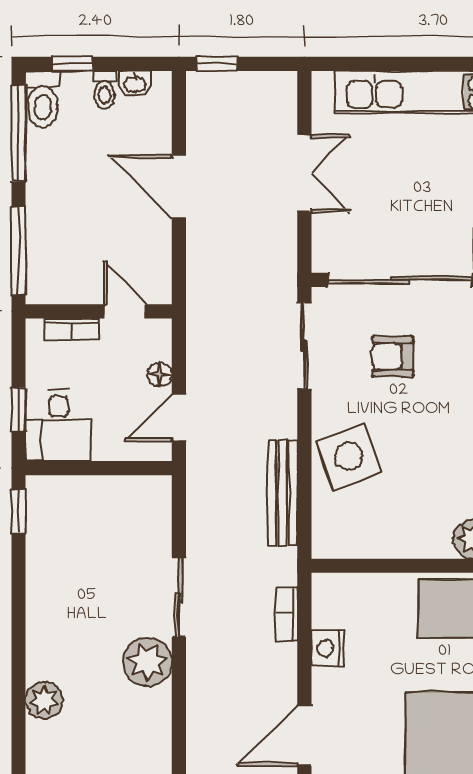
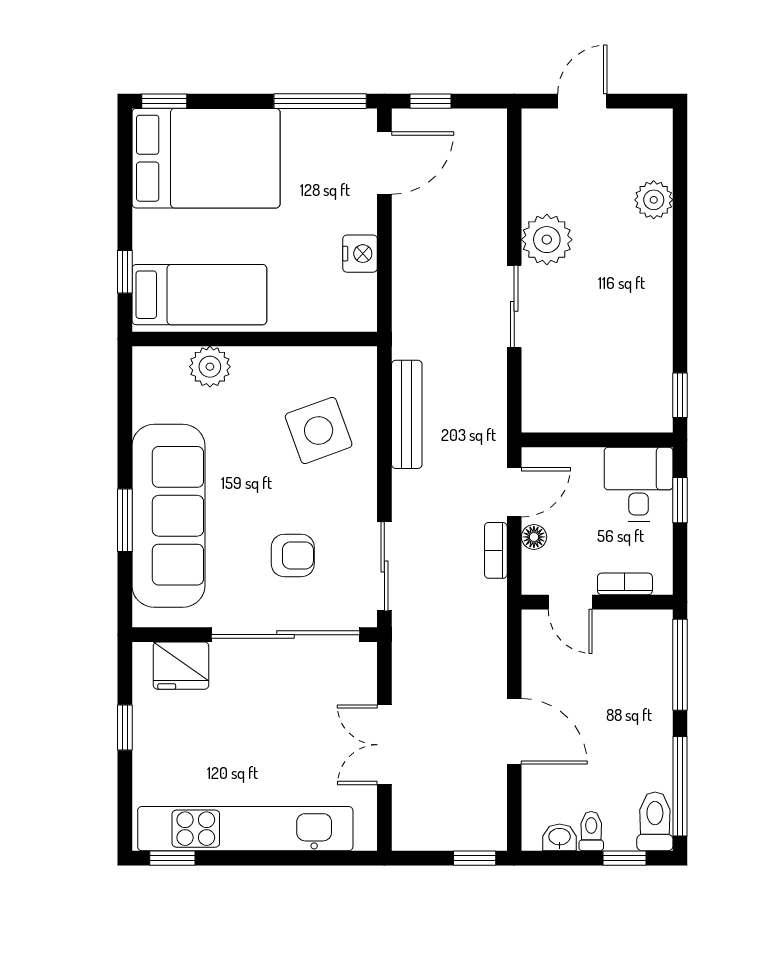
side table: (349, 456) -> (319, 430), moved
bookcase: (287, 614) -> (496, 550), moved, turned 180

